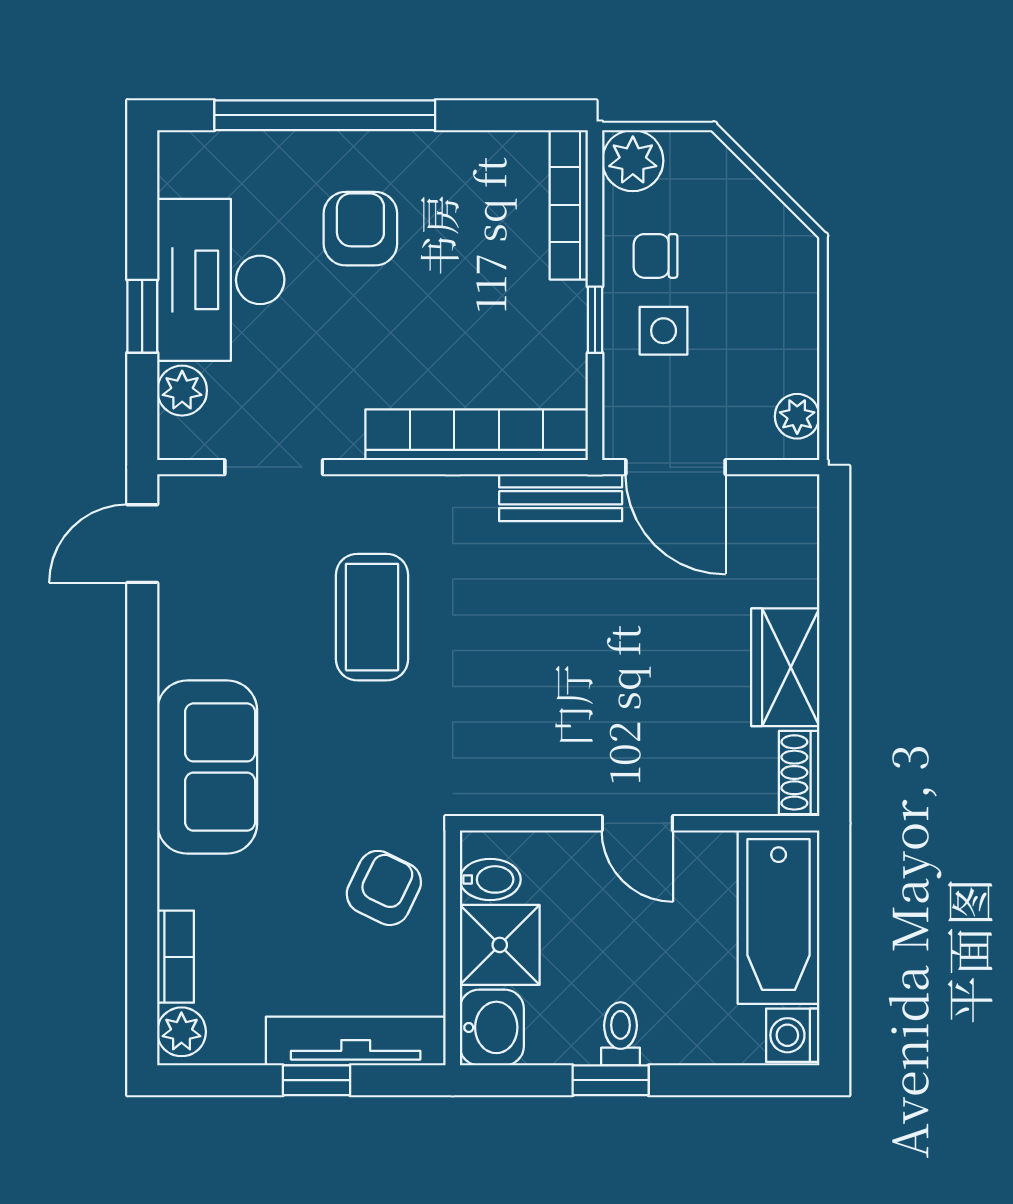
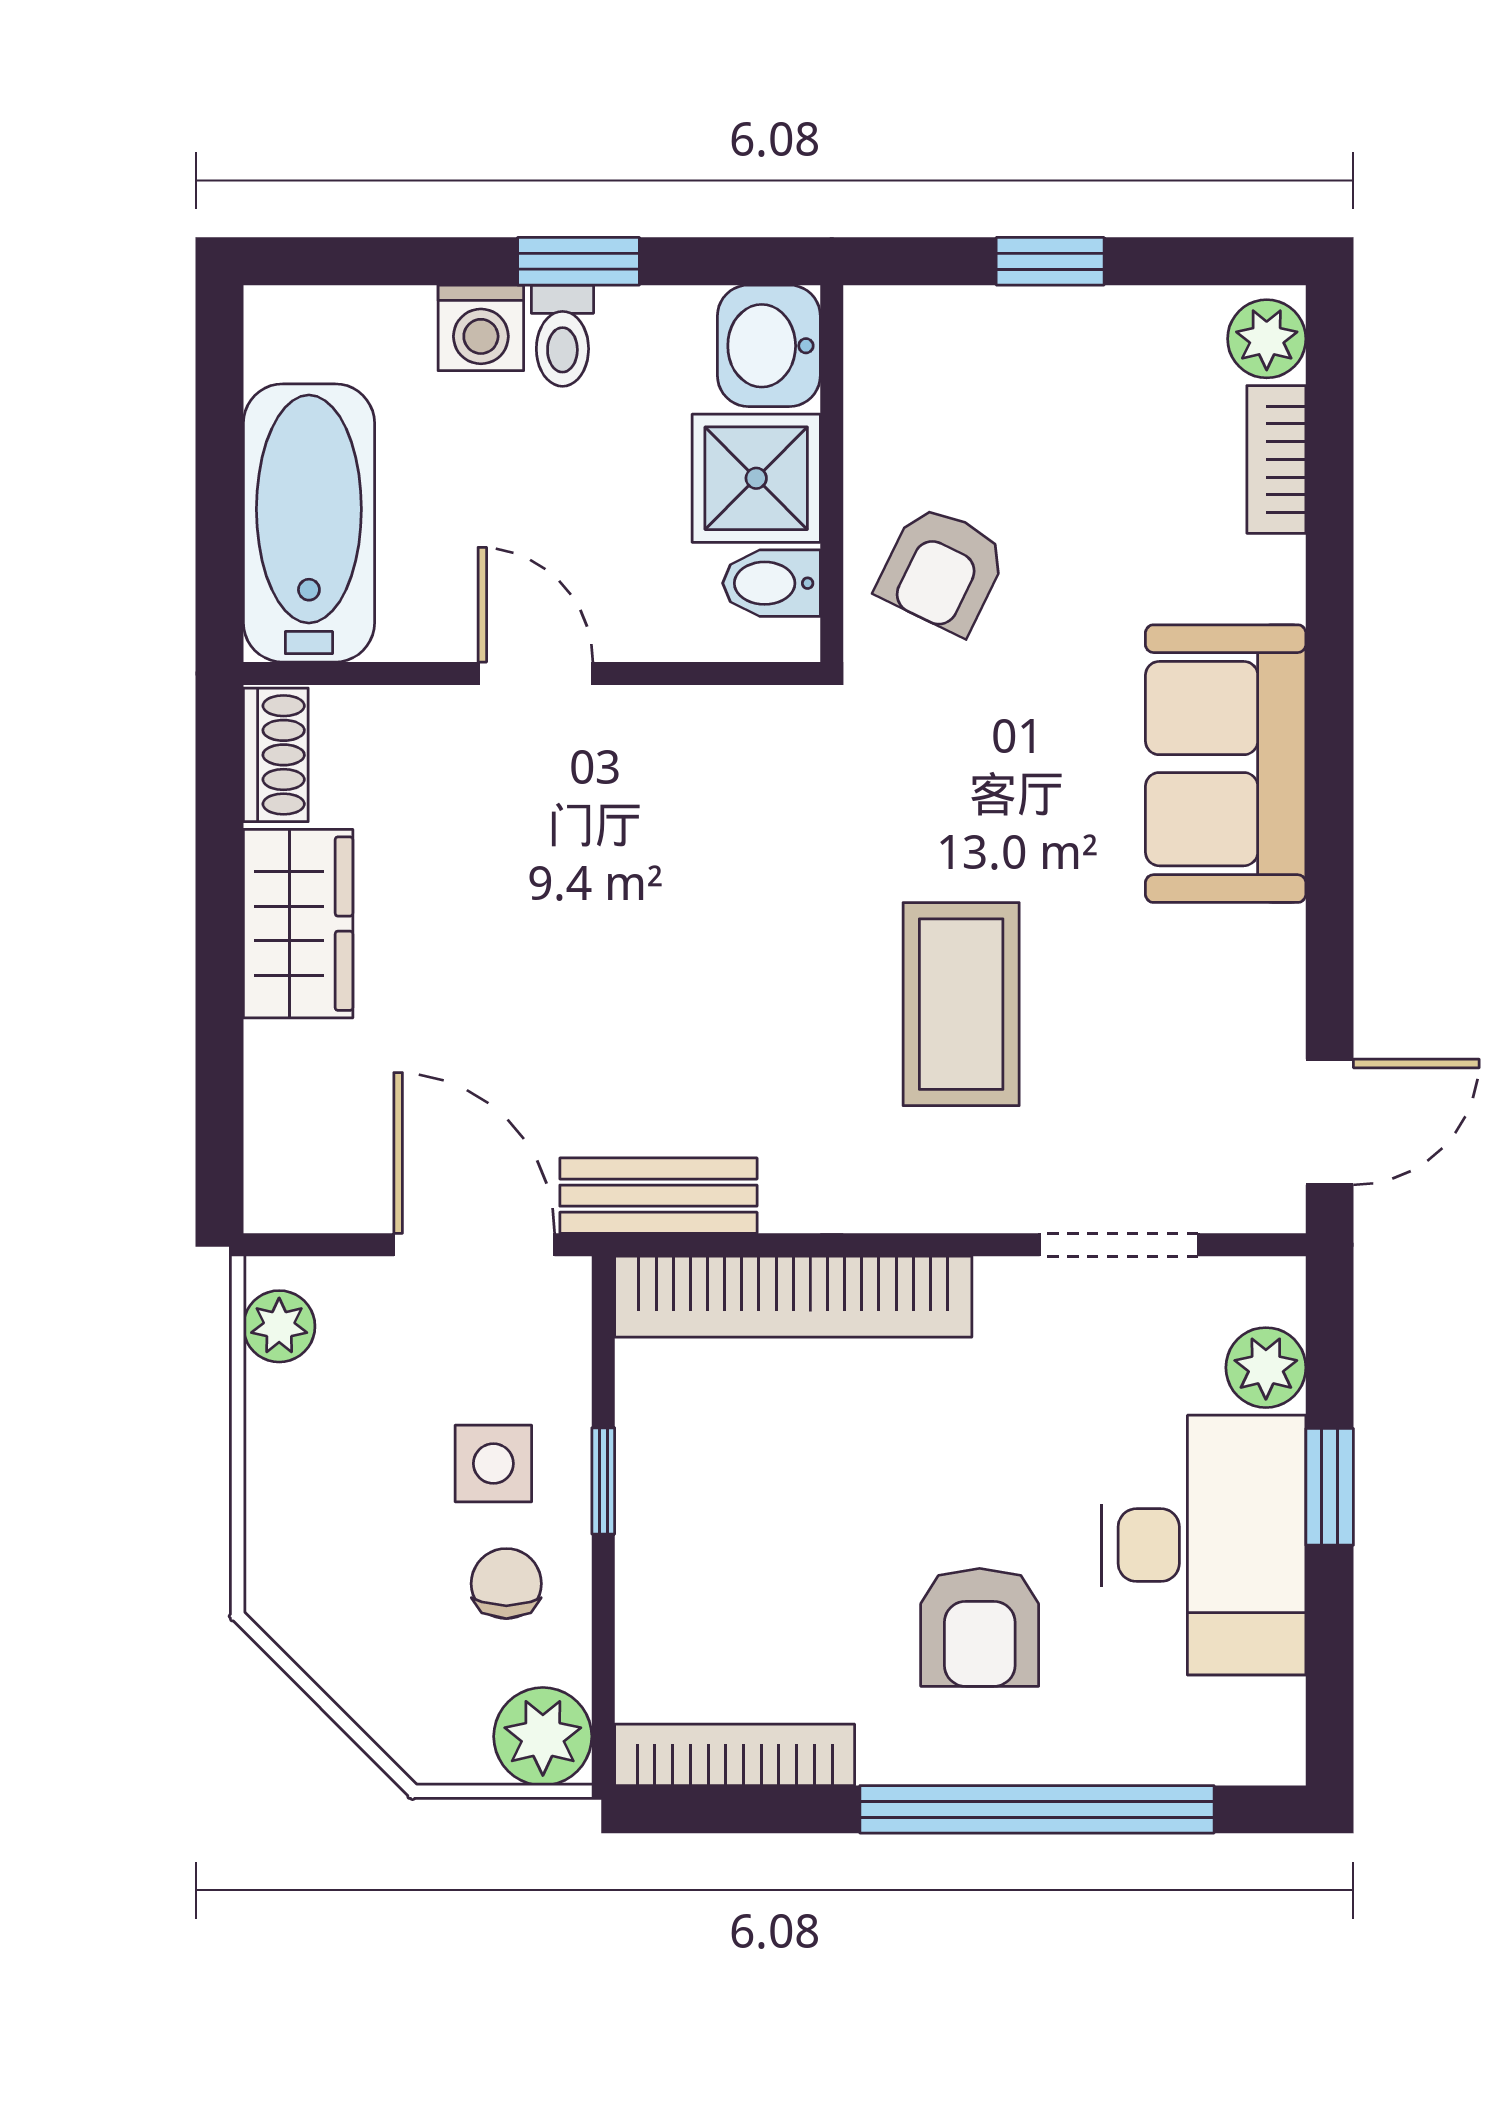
bookcase: (569, 205) -> (735, 1755), moved, turned -90
chair: (656, 256) -> (506, 1584), turned -90
washing machine: (793, 1035) -> (481, 328), moved, turned 90
tv unit: (356, 1041) -> (987, 324), removed

